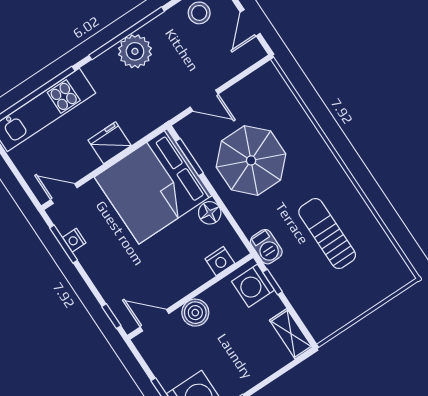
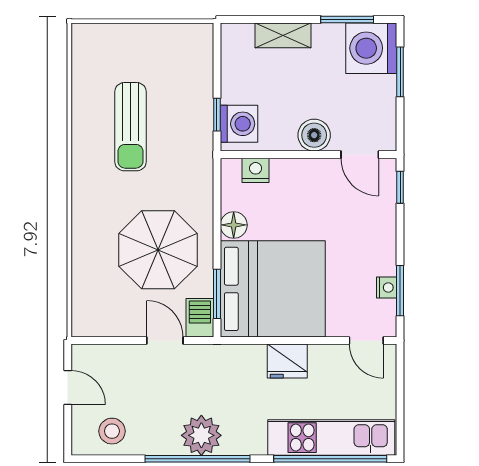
door: (250, 23) -> (68, 387), hinge flipped
barbecue: (266, 247) -> (200, 318), moved
shelving: (291, 334) -> (283, 35), moved, turned 90

